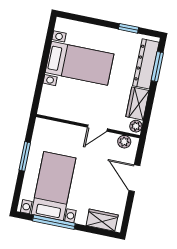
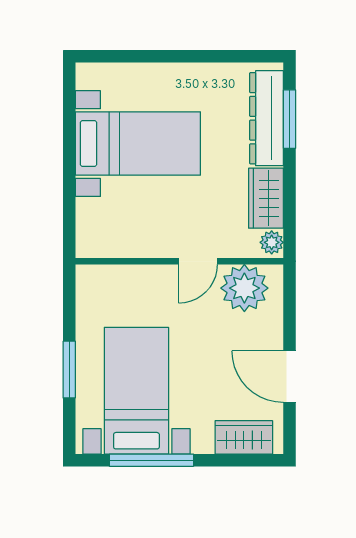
window: (129, 28) -> (219, 56), removed
plant: (124, 142) -> (244, 288), width x1.88, depth x1.88
window: (25, 156) -> (69, 370), moved
door: (134, 178) -> (290, 377), moved

